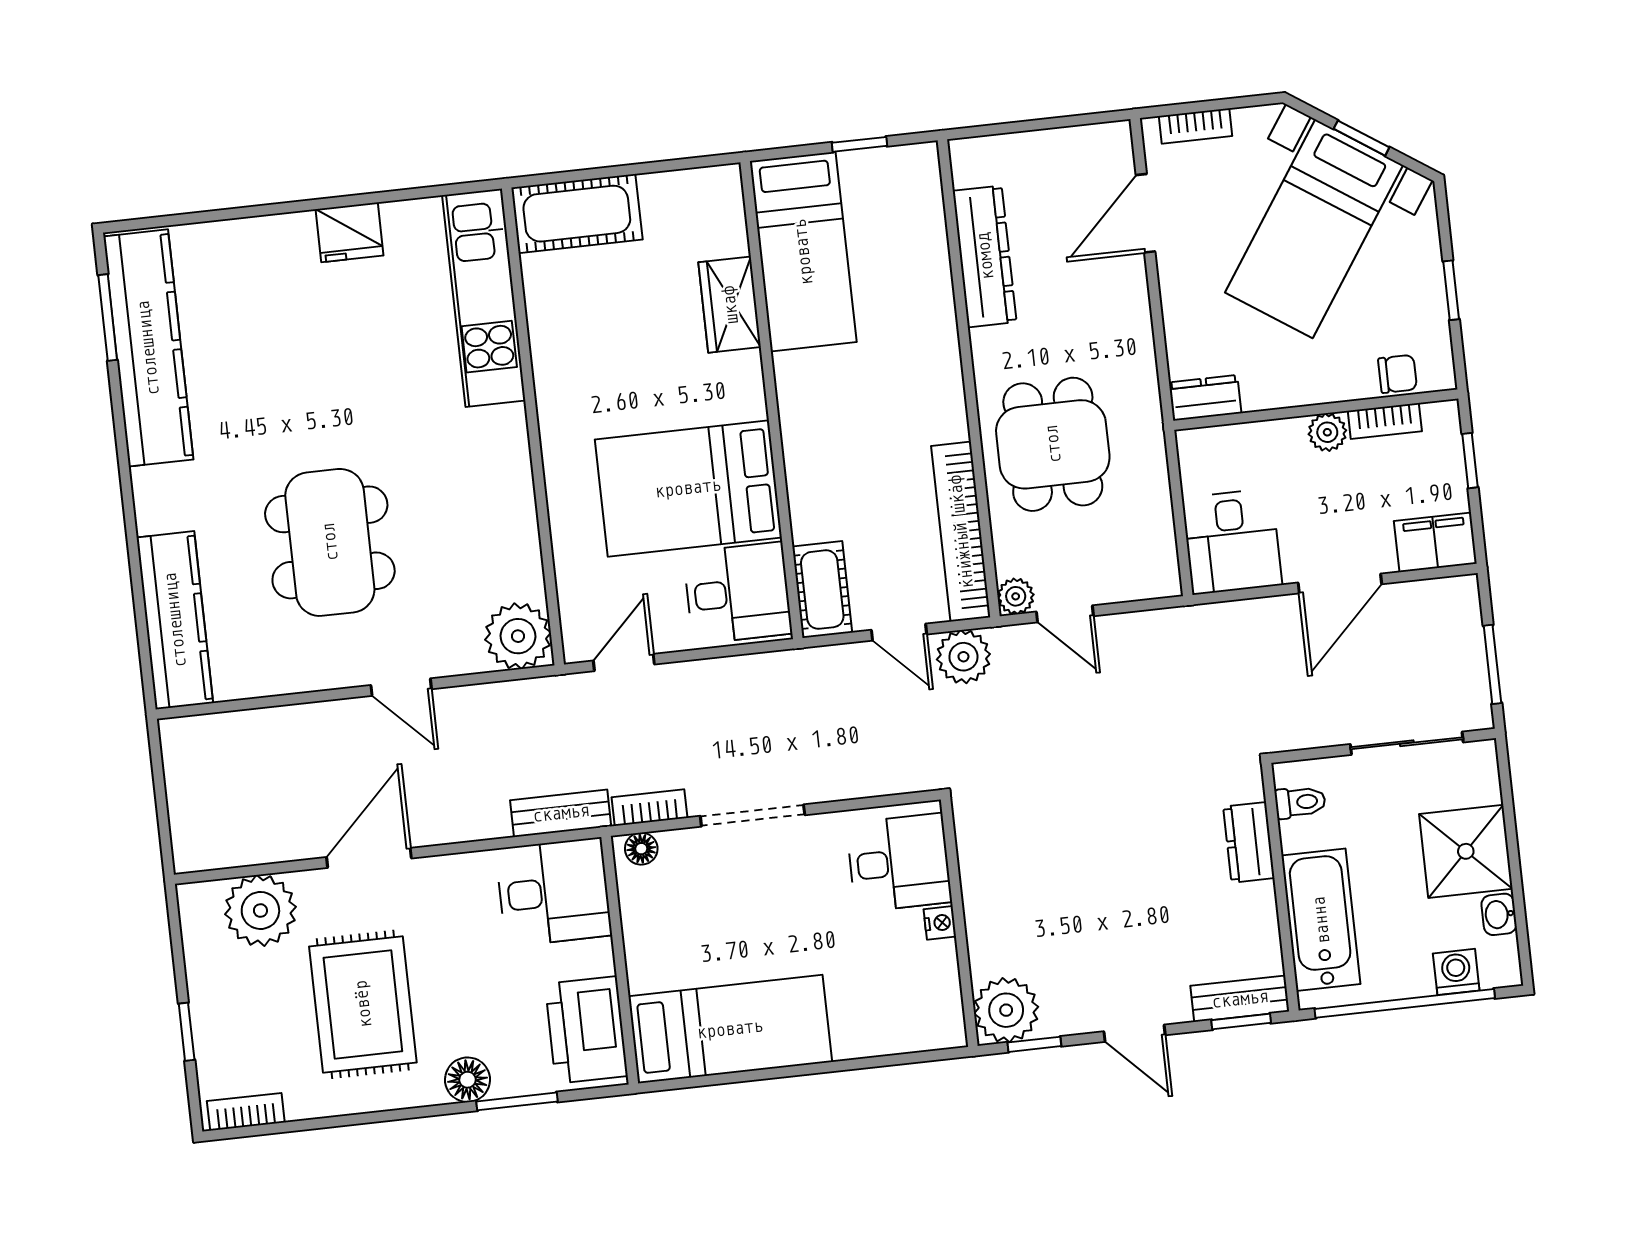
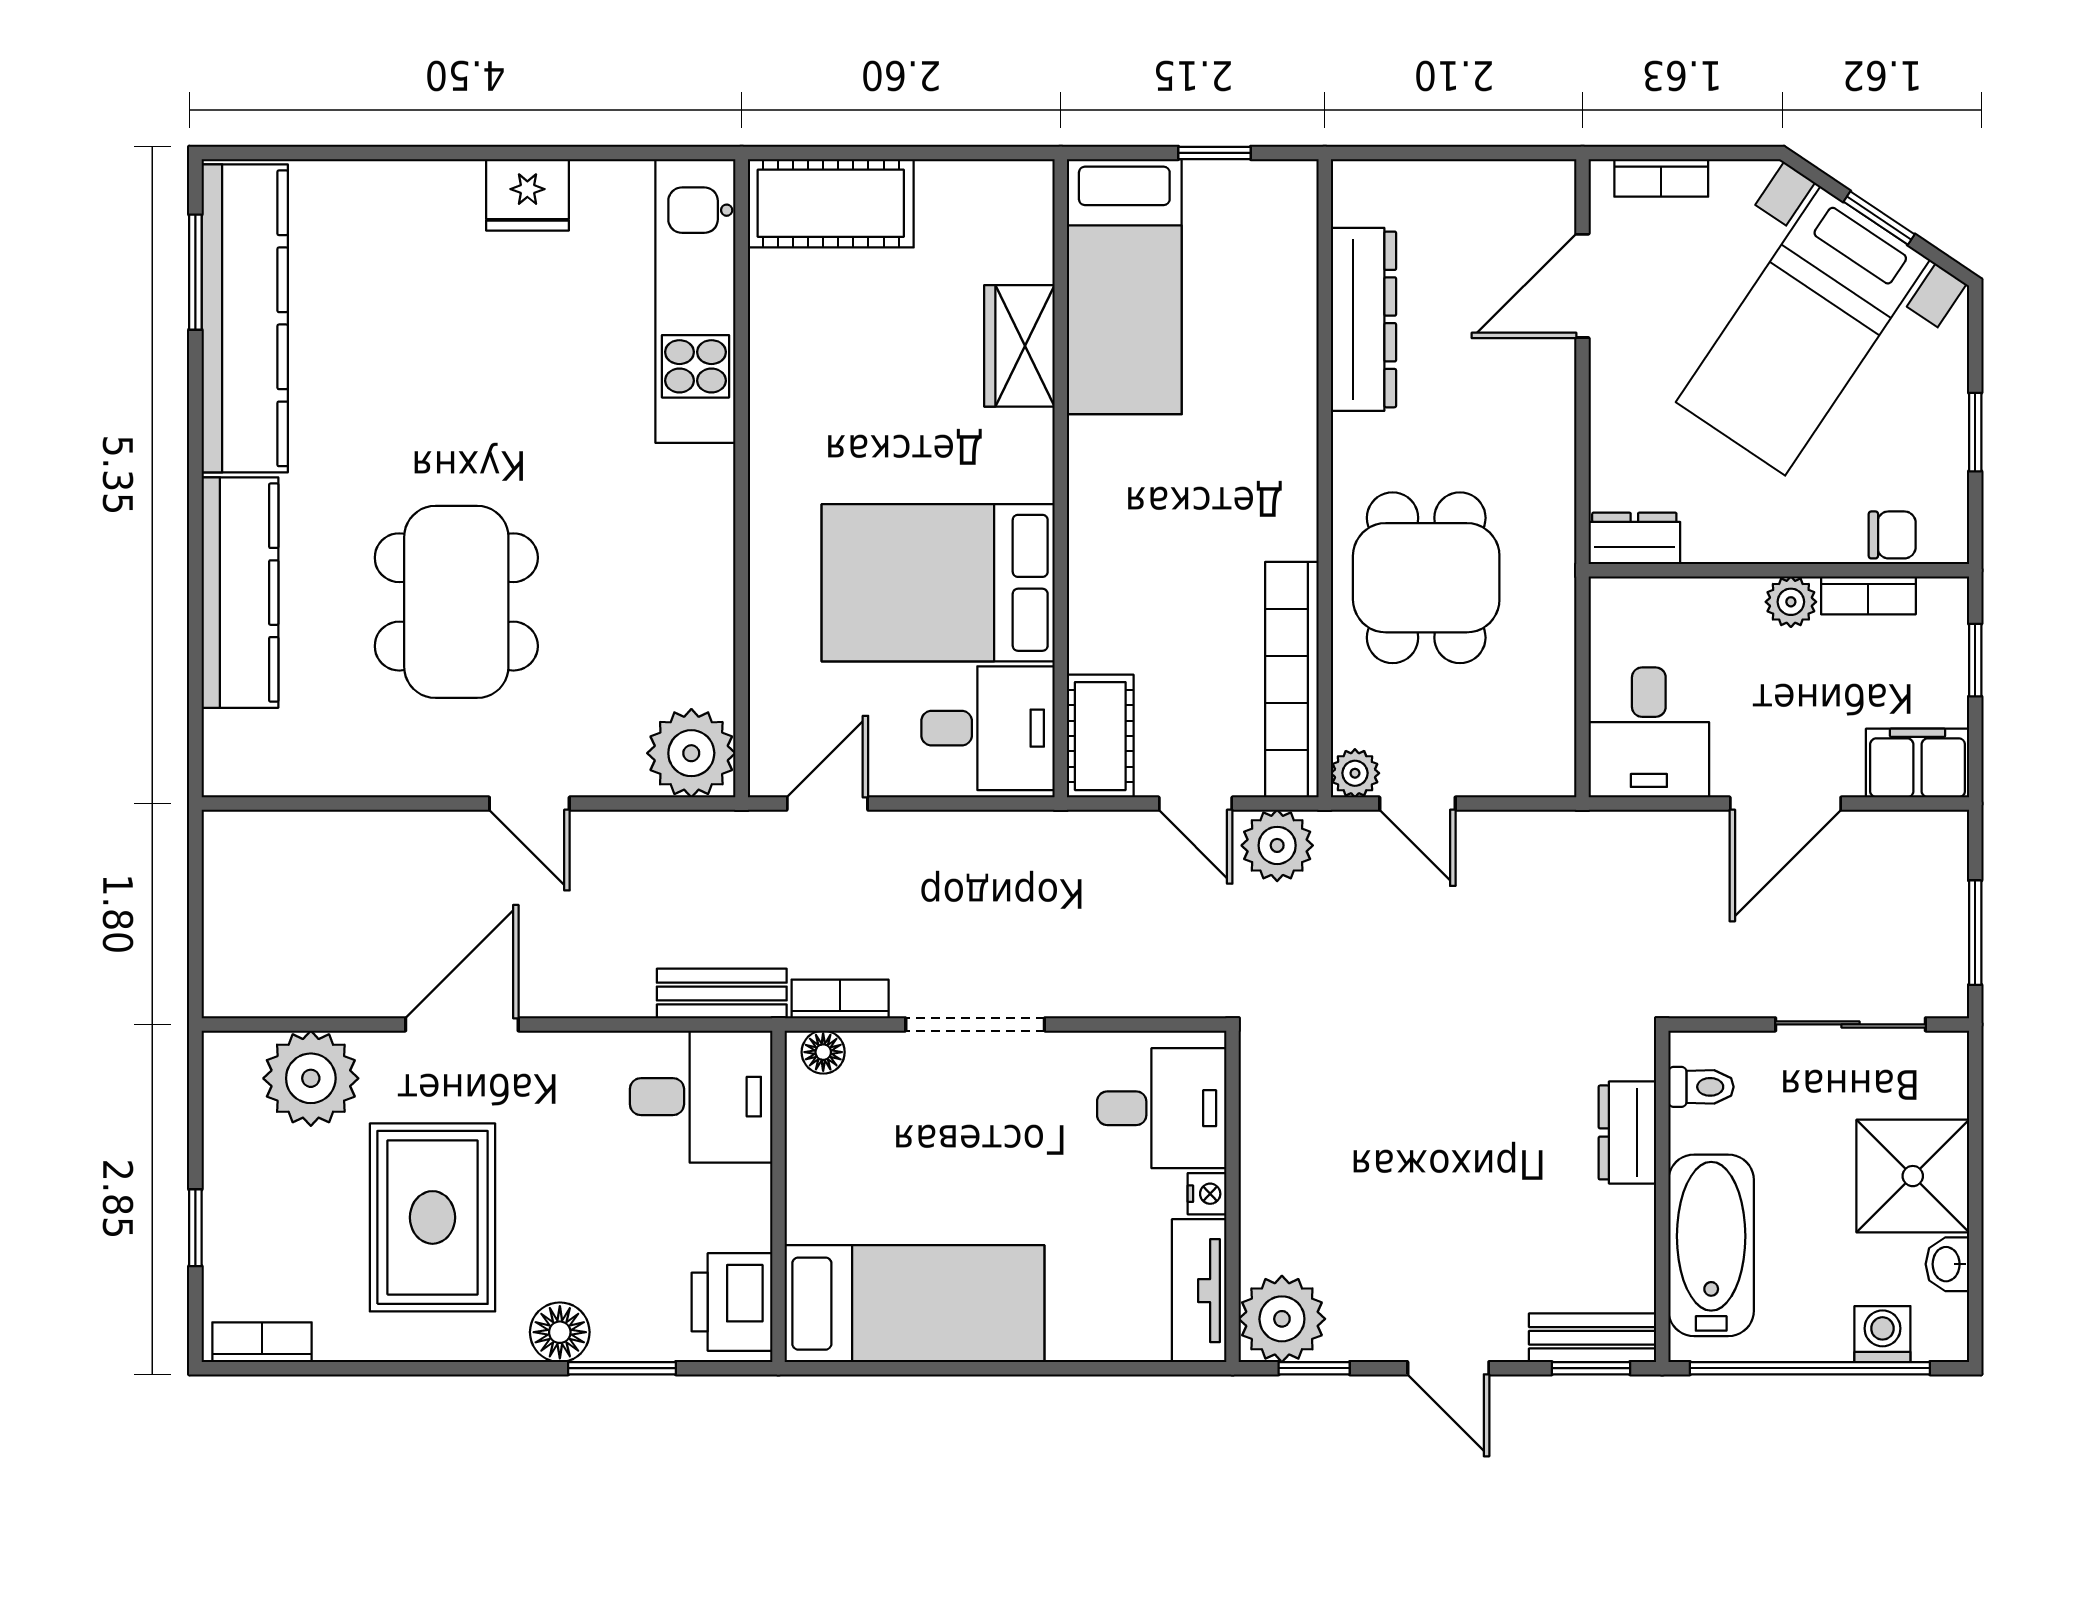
kitchen counter: (175, 620) -> (240, 593), moved
tv unit: (942, 996) -> (1199, 1291), added
printer: (586, 1030) -> (732, 1302), width x0.73, depth x0.84

